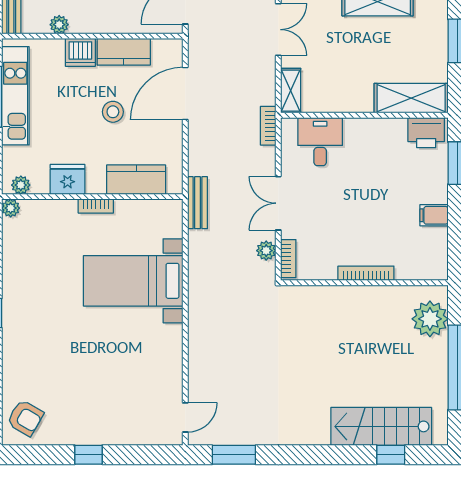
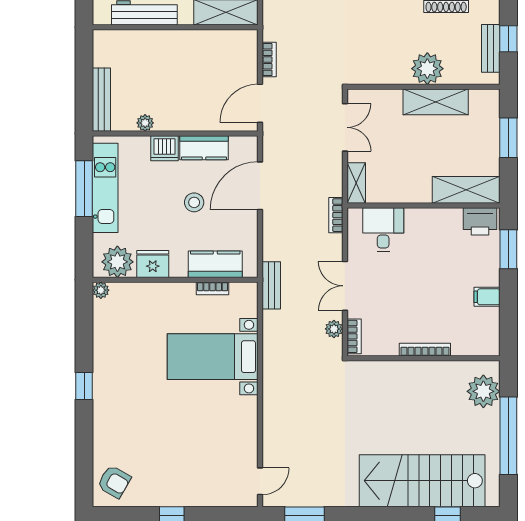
plant: (21, 185) -> (117, 262), width x1.88, depth x1.88
bookcase: (96, 206) -> (213, 288), moved
stairs: (381, 426) -> (422, 481), width x1.36, depth x1.51

